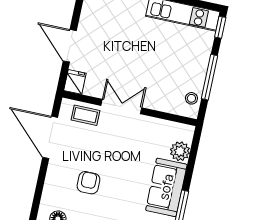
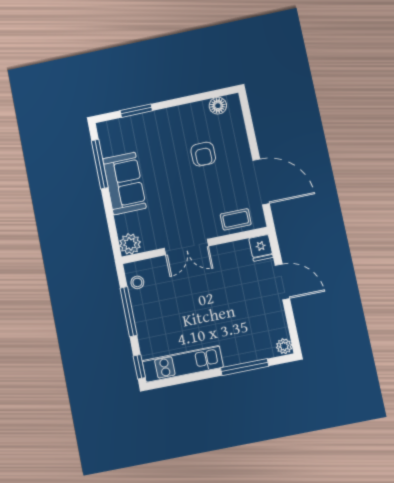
double door: (121, 107) -> (186, 247), moved
plant: (180, 151) -> (130, 244), moved

